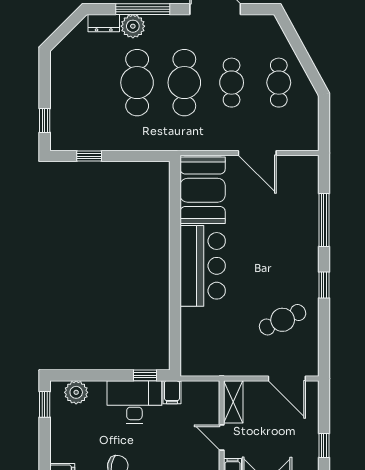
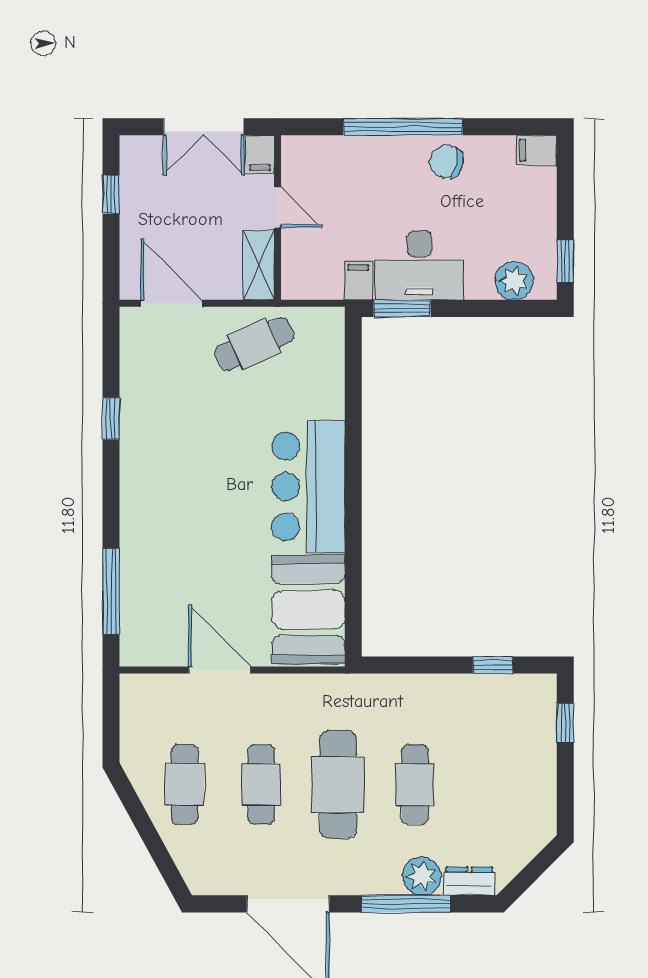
cafe table: (137, 83) -> (415, 784), width x0.73, depth x0.74
window: (324, 220) -> (111, 591), moved
window: (324, 285) -> (111, 418), moved
cafe table: (283, 320) -> (254, 344), moved
window: (145, 375) -> (402, 308), width x1.50

